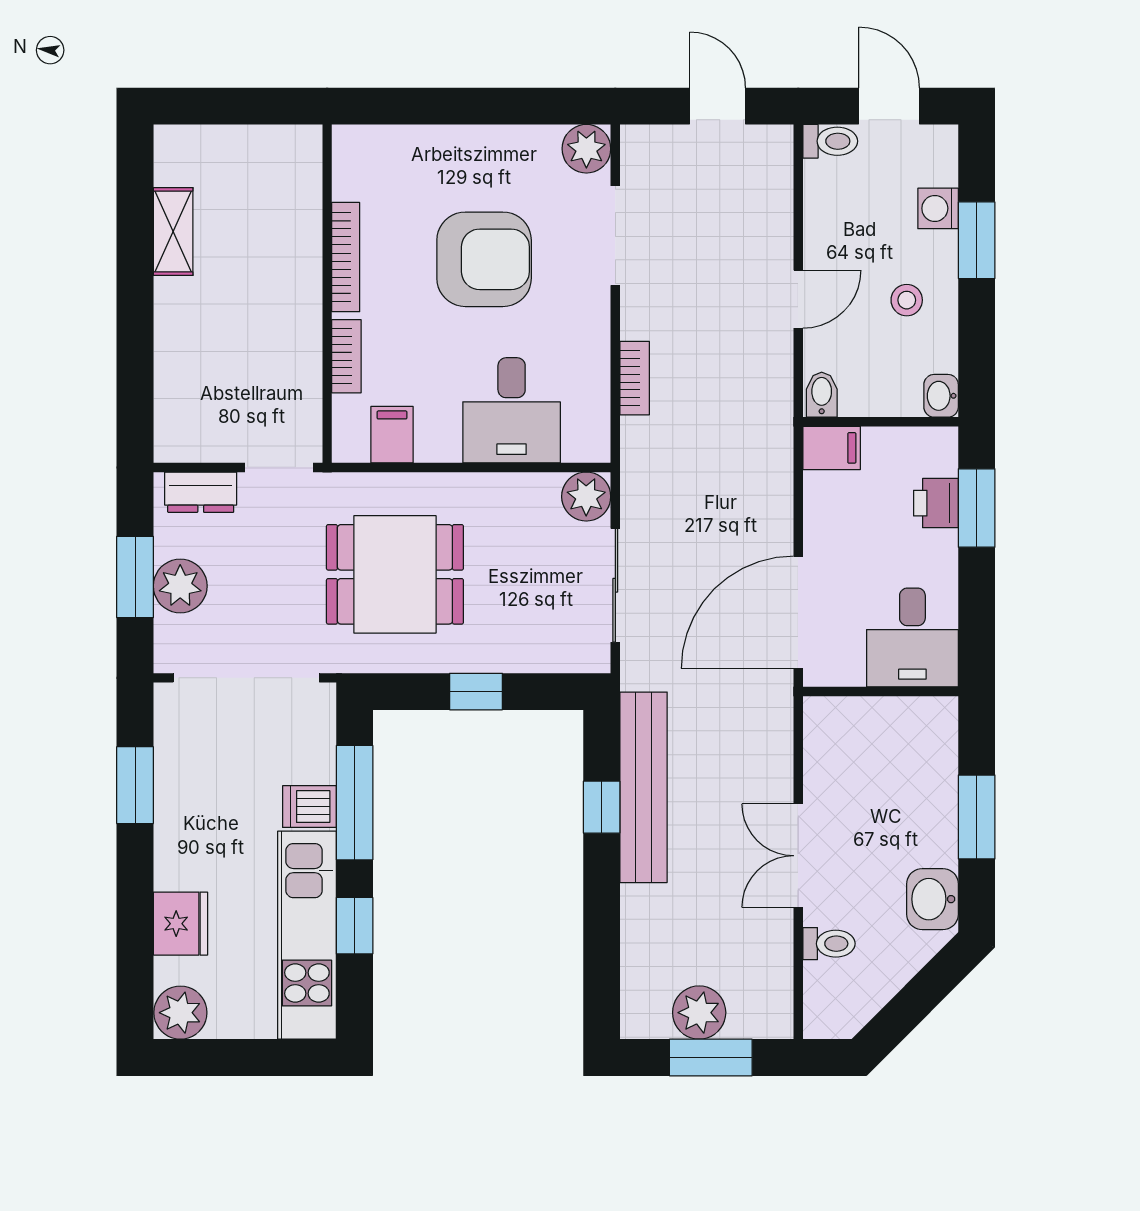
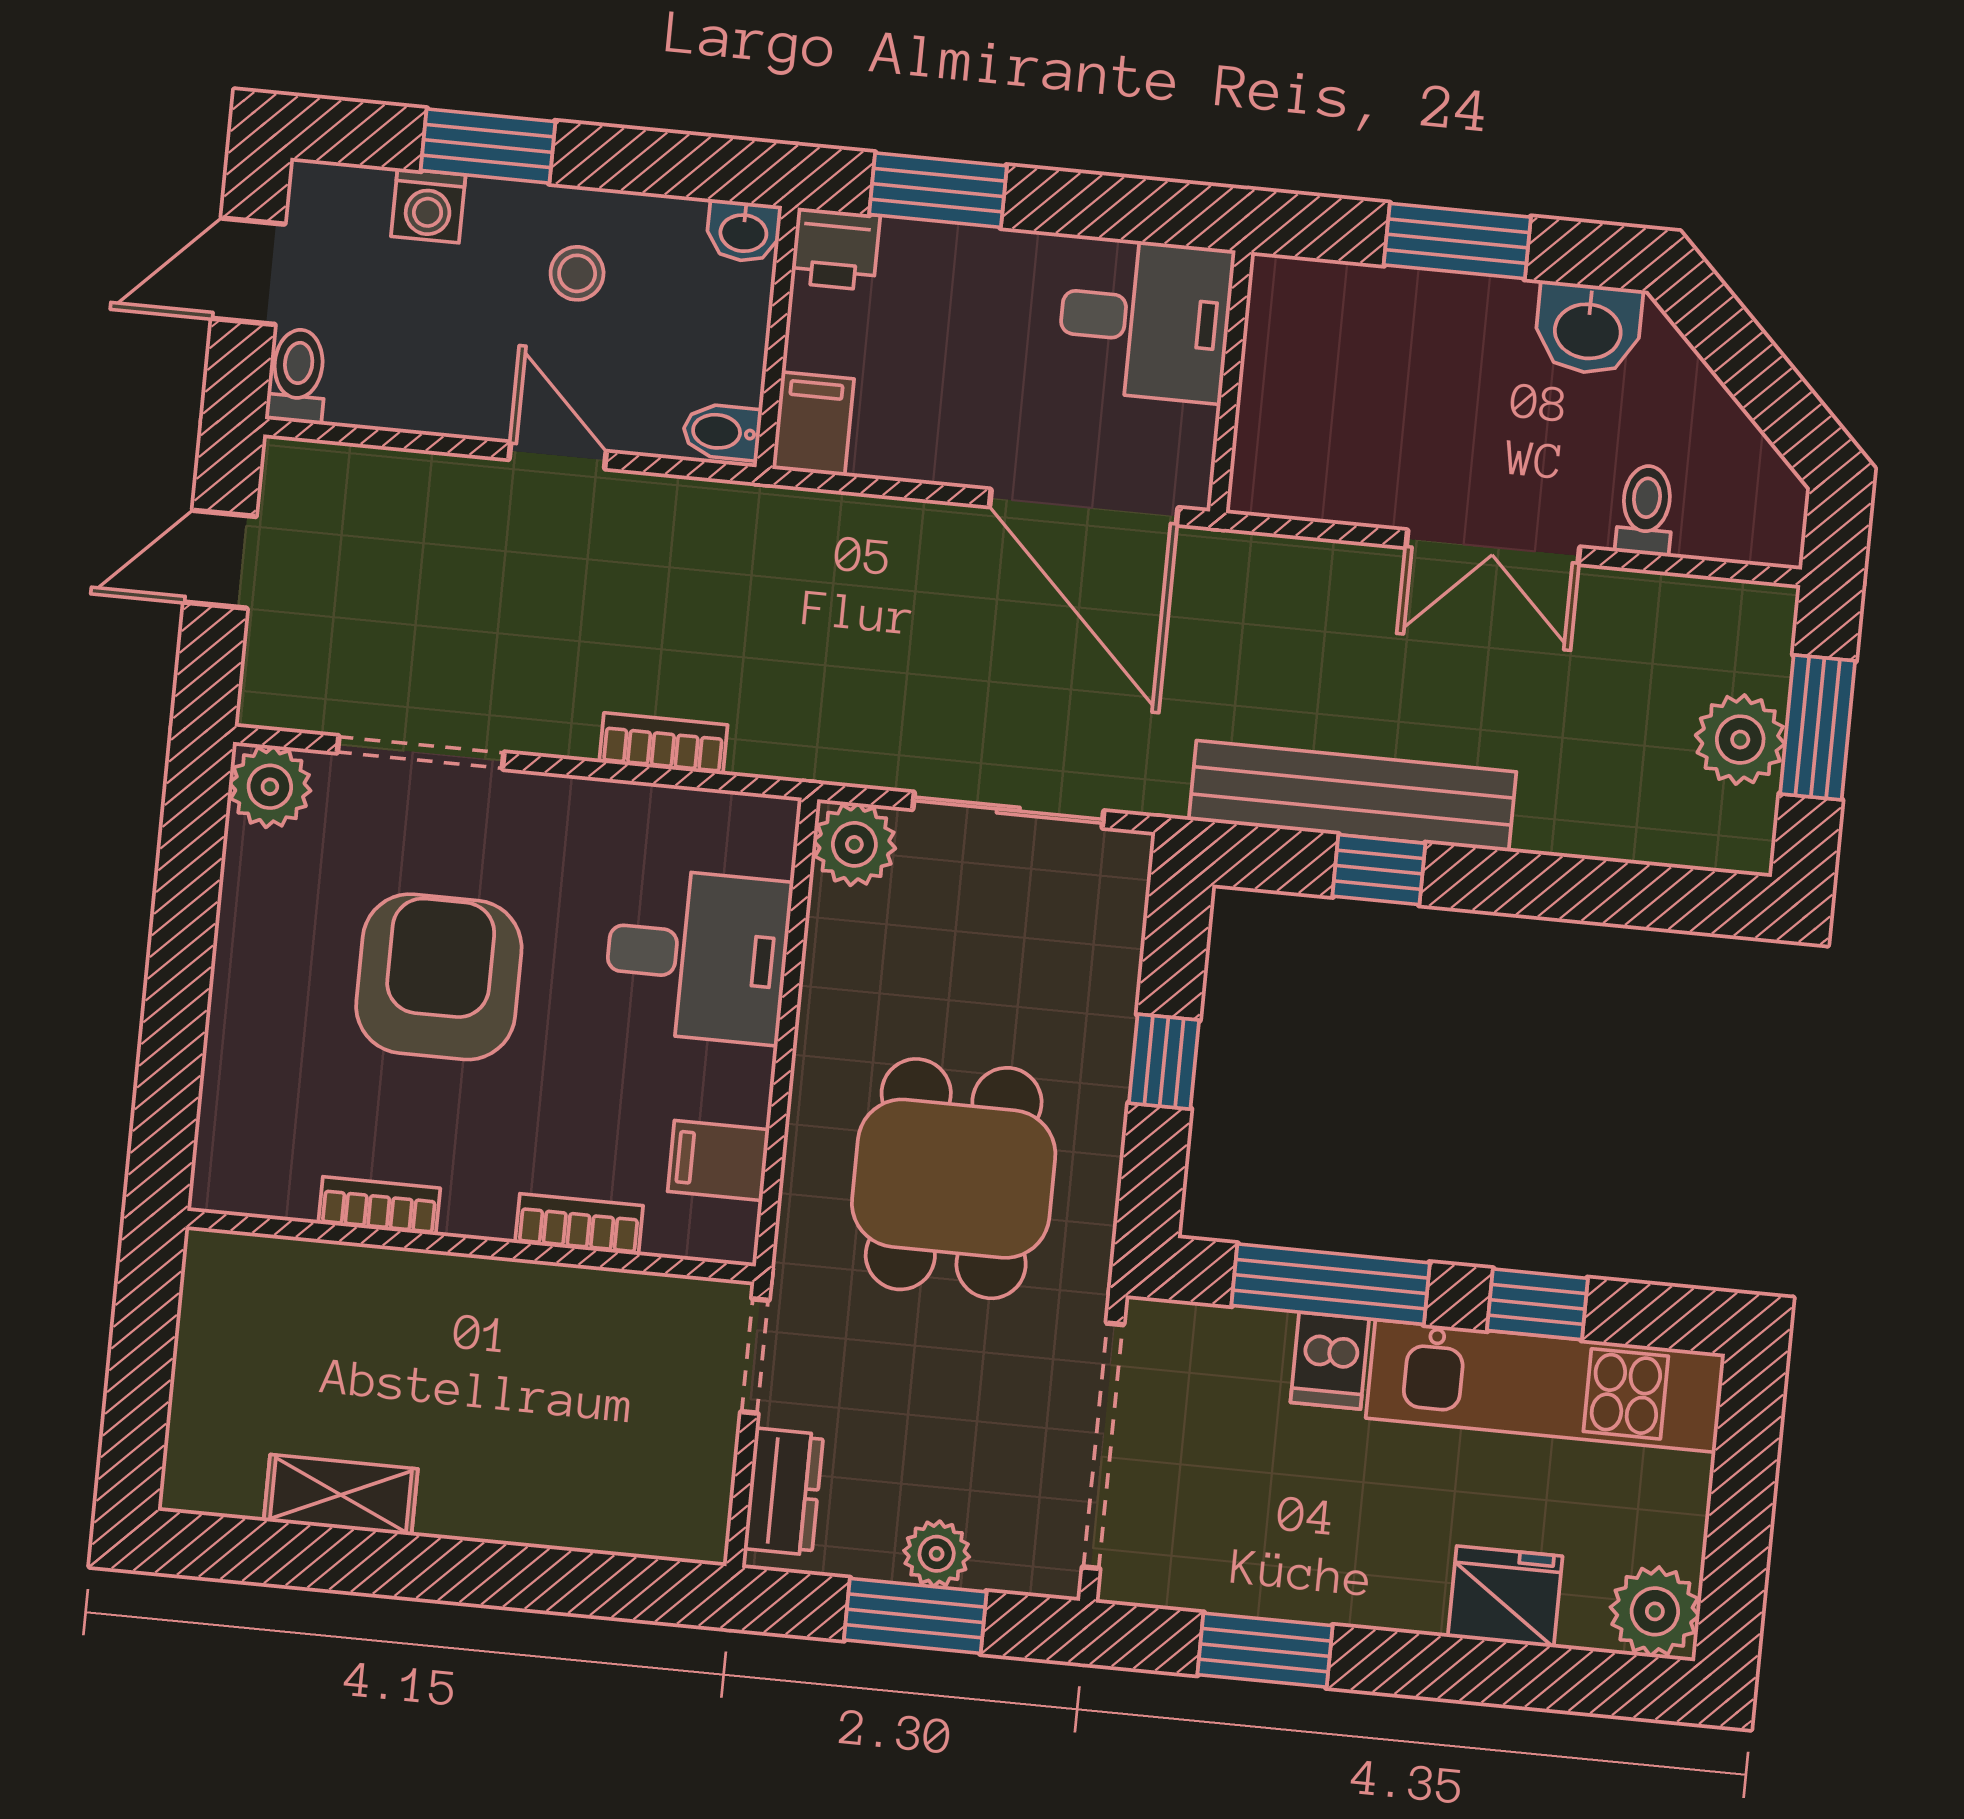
bookcase: (346, 257) -> (379, 1206), width x0.64
printer: (936, 503) -> (835, 249), moved
plant: (180, 586) -> (937, 1554), width x0.73, depth x0.73

